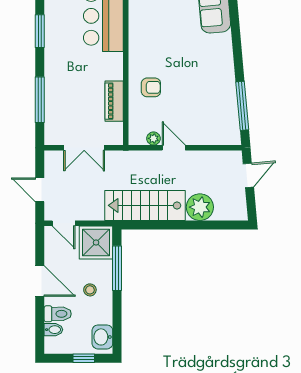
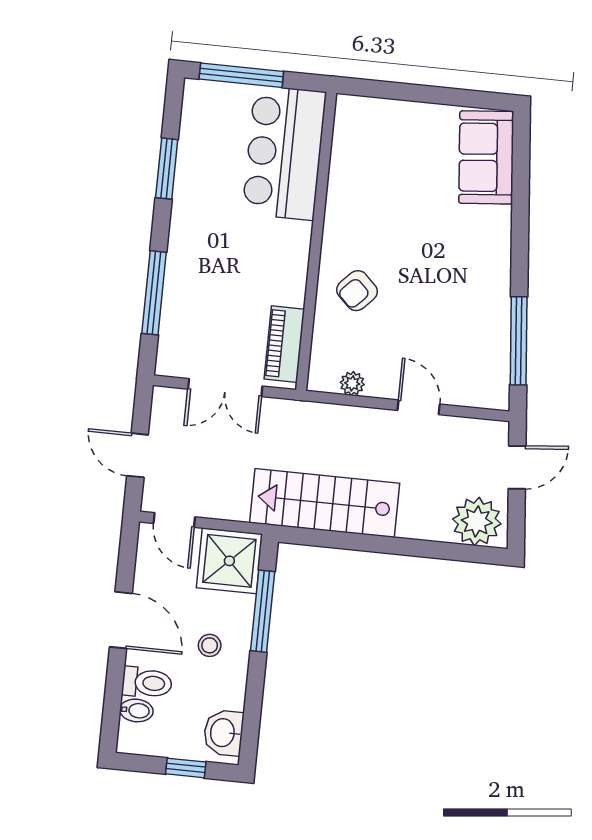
armchair: (151, 87) -> (357, 291), turned 134
piano: (114, 101) -> (284, 344), moved
door: (174, 148) -> (419, 407), moved
plant: (200, 207) -> (477, 521), moved

